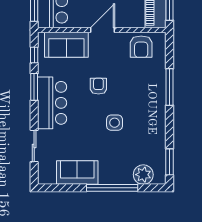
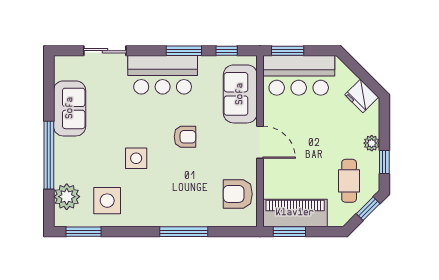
side table: (146, 144) -> (107, 201), added

